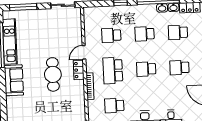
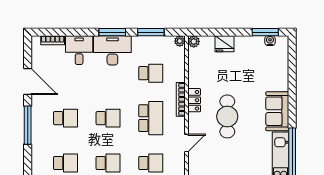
locker: (79, 70) -> (194, 100), moved

